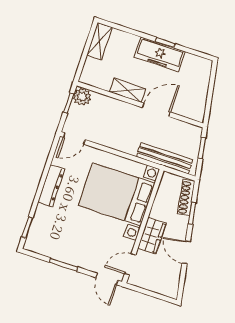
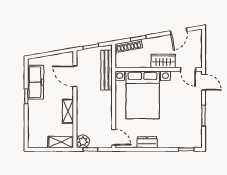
shelving: (100, 41) -> (61, 142), moved
freezer: (160, 54) -> (36, 82), moved
door: (156, 110) -> (75, 76), moved
dresser: (51, 185) -> (147, 142), width x0.70
door: (186, 252) -> (179, 31), moved
door: (107, 279) -> (204, 82), hinge flipped

